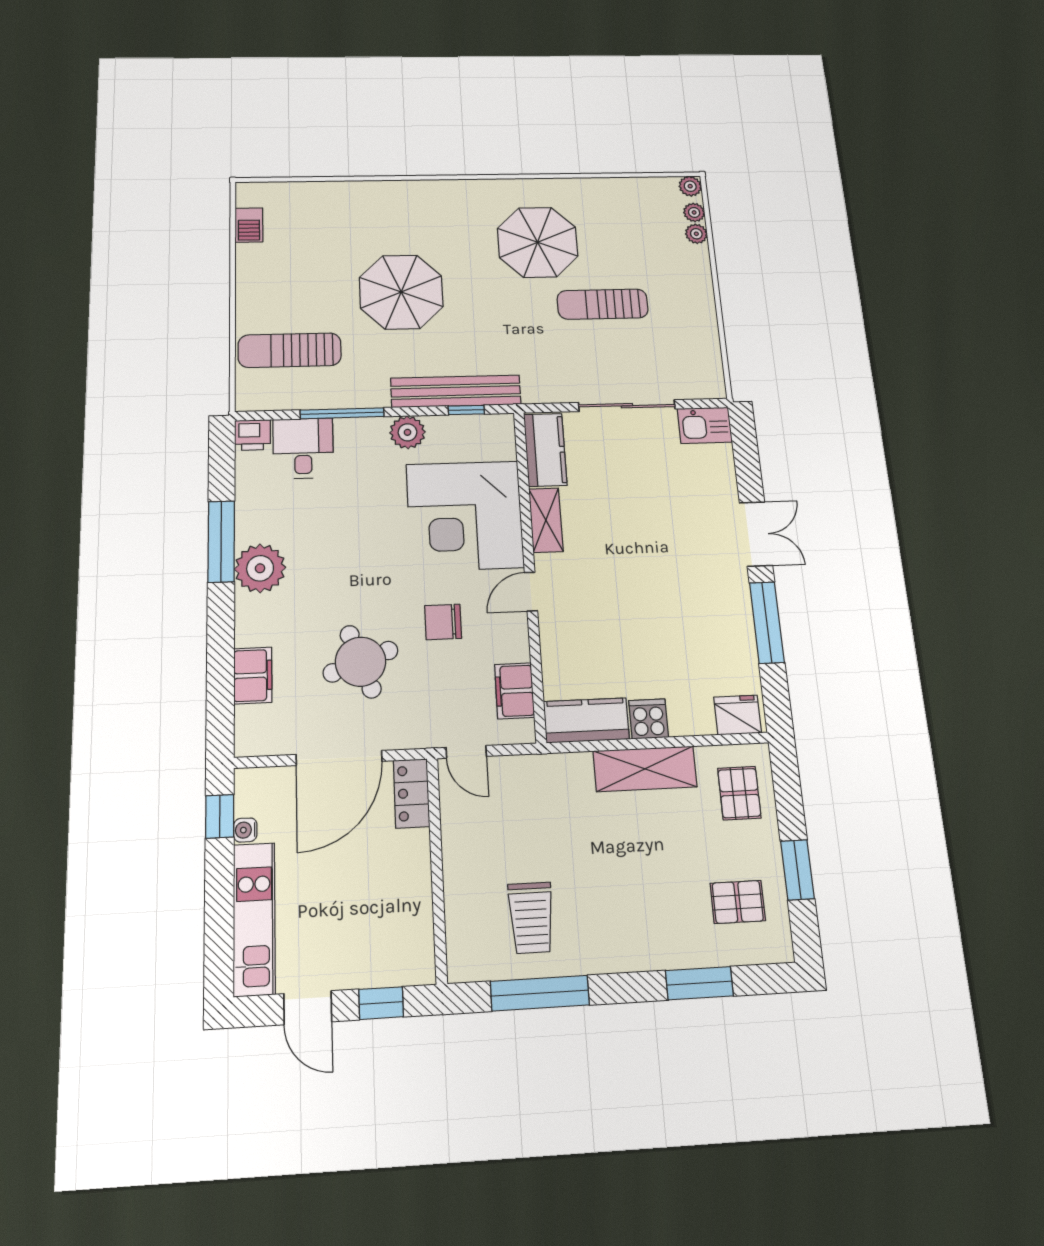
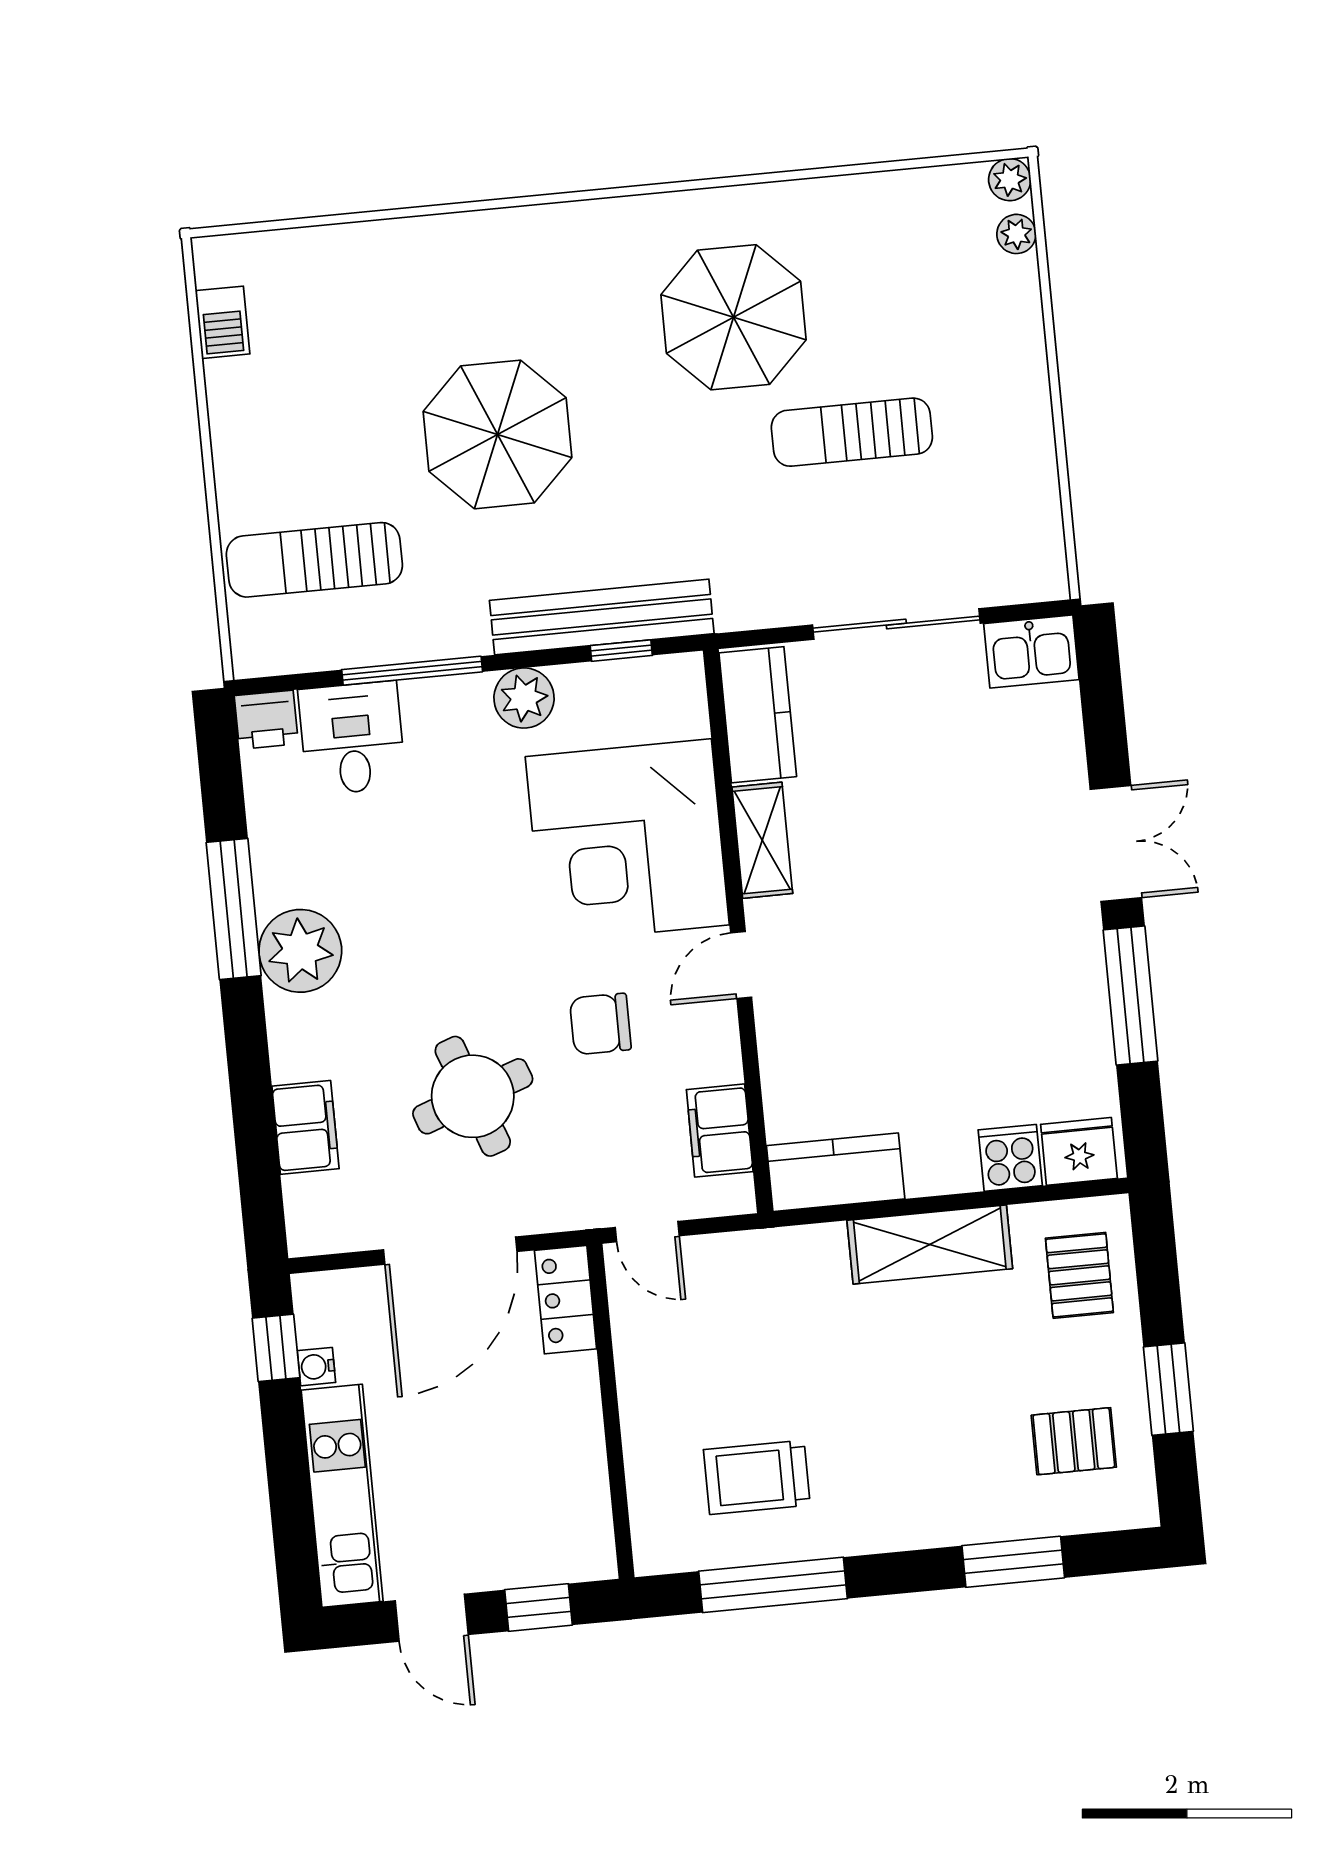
plant: (696, 234) -> (1020, 278), removed
cooker: (649, 719) -> (1010, 1158), moved
trolley: (531, 918) -> (757, 1477), turned 90

